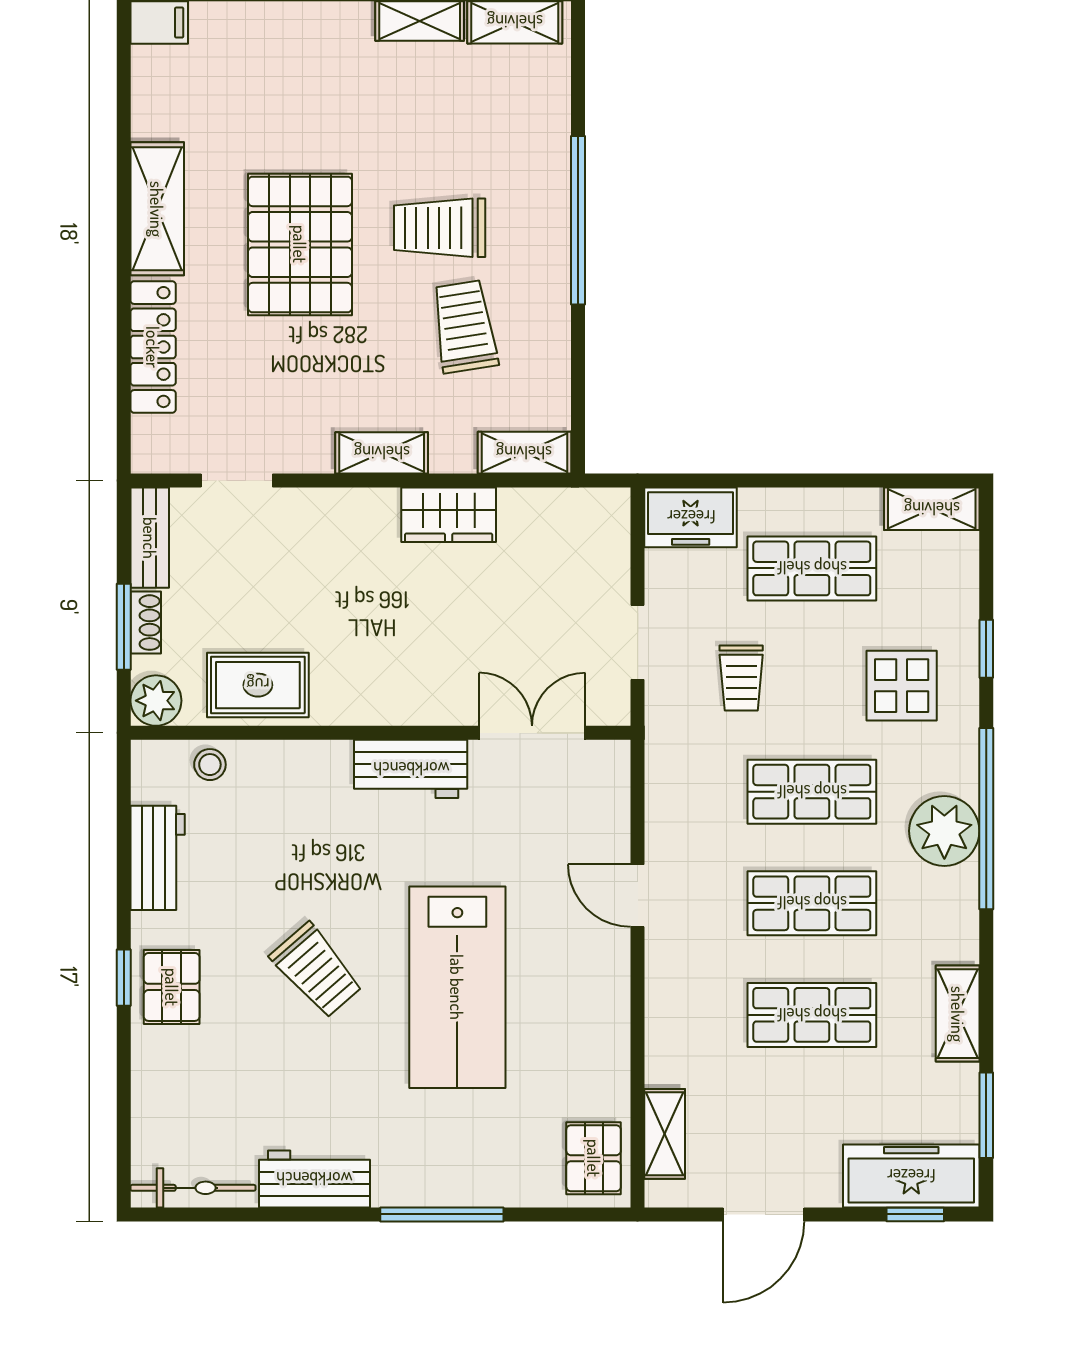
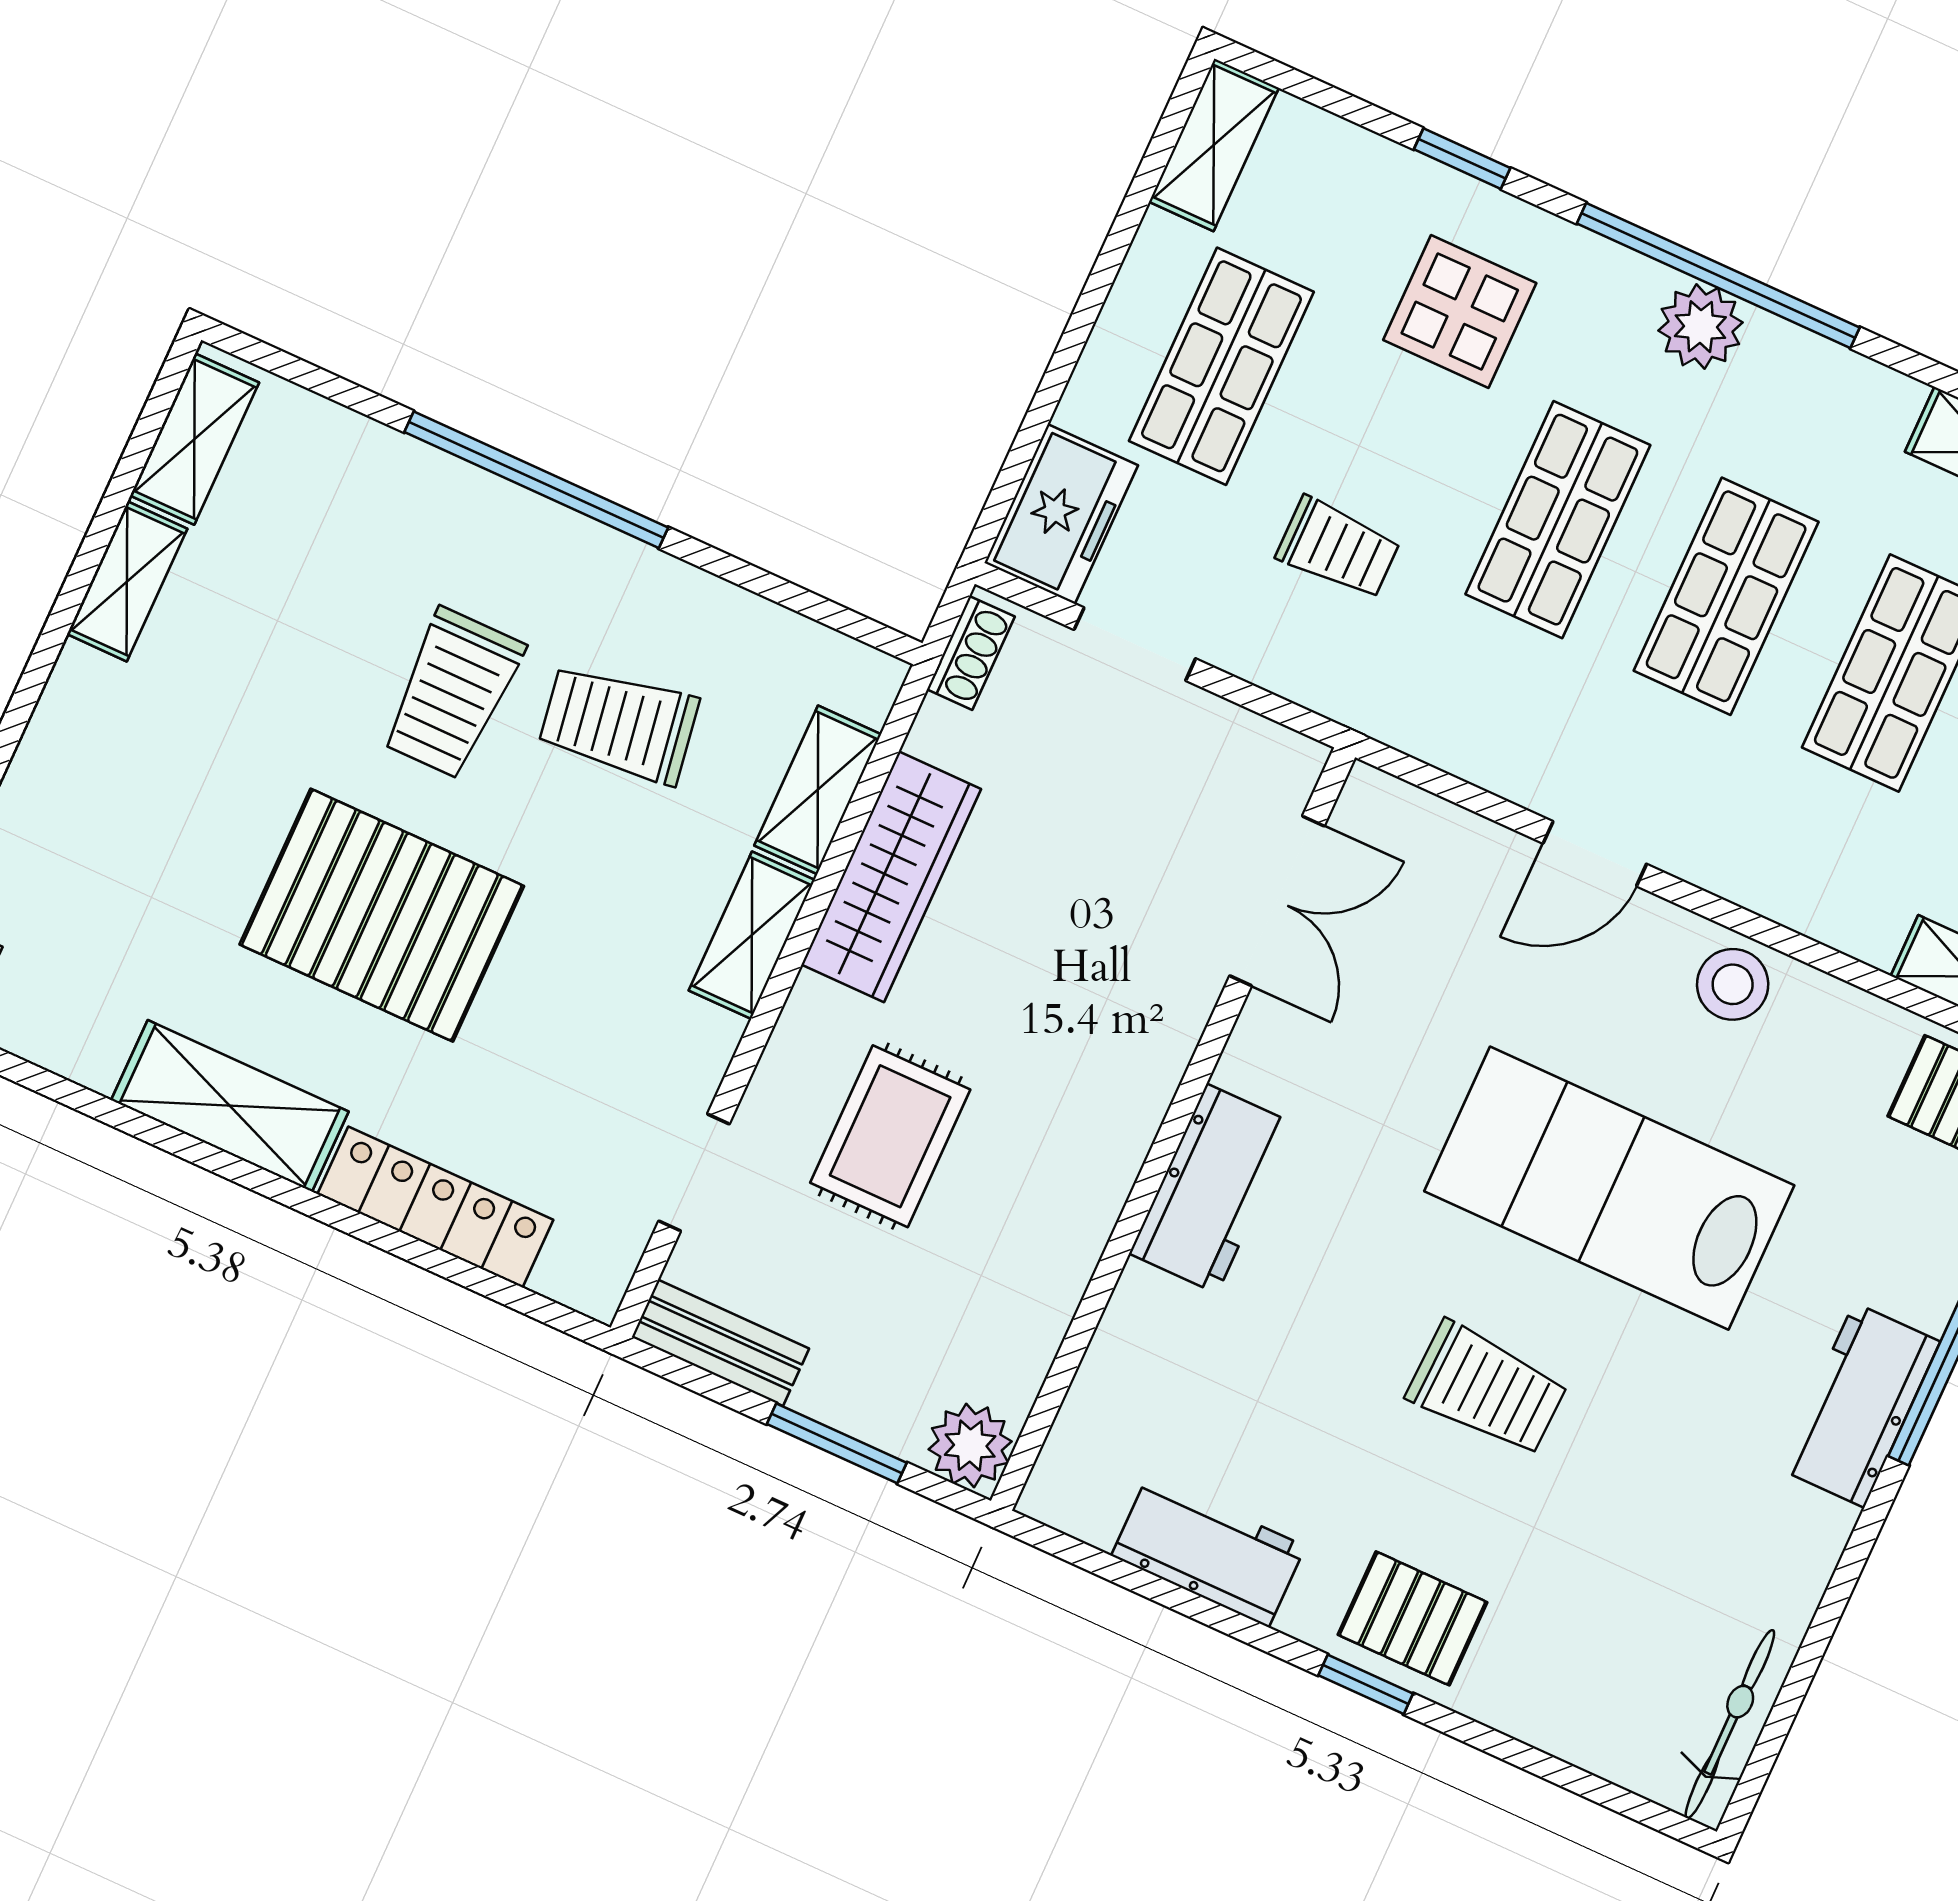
shelving: (524, 453) -> (818, 790), moved
wardrobe: (449, 515) -> (891, 877), width x1.50
shoe rack: (146, 623) -> (971, 653), moved, turned 90
doorway: (638, 642) -> (1135, 644), moved
rug: (258, 685) -> (890, 1136), moved
double door: (532, 733) -> (1277, 901), swing flipped
stool: (210, 765) -> (1733, 984), moved, width x1.37, depth x1.37
workbench: (411, 769) -> (1212, 1189), moved
plant: (944, 831) -> (1700, 327), width x0.73, depth x0.73
trolley: (317, 970) -> (1487, 1389), turned 43
lab bench: (457, 987) -> (1609, 1188), turned 180
workbench: (314, 1179) -> (1859, 1405), moved

